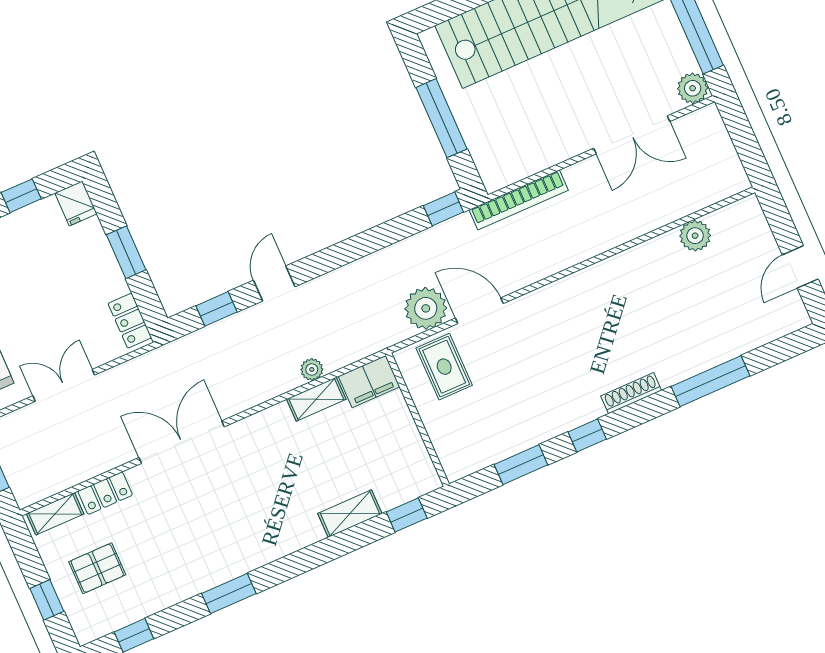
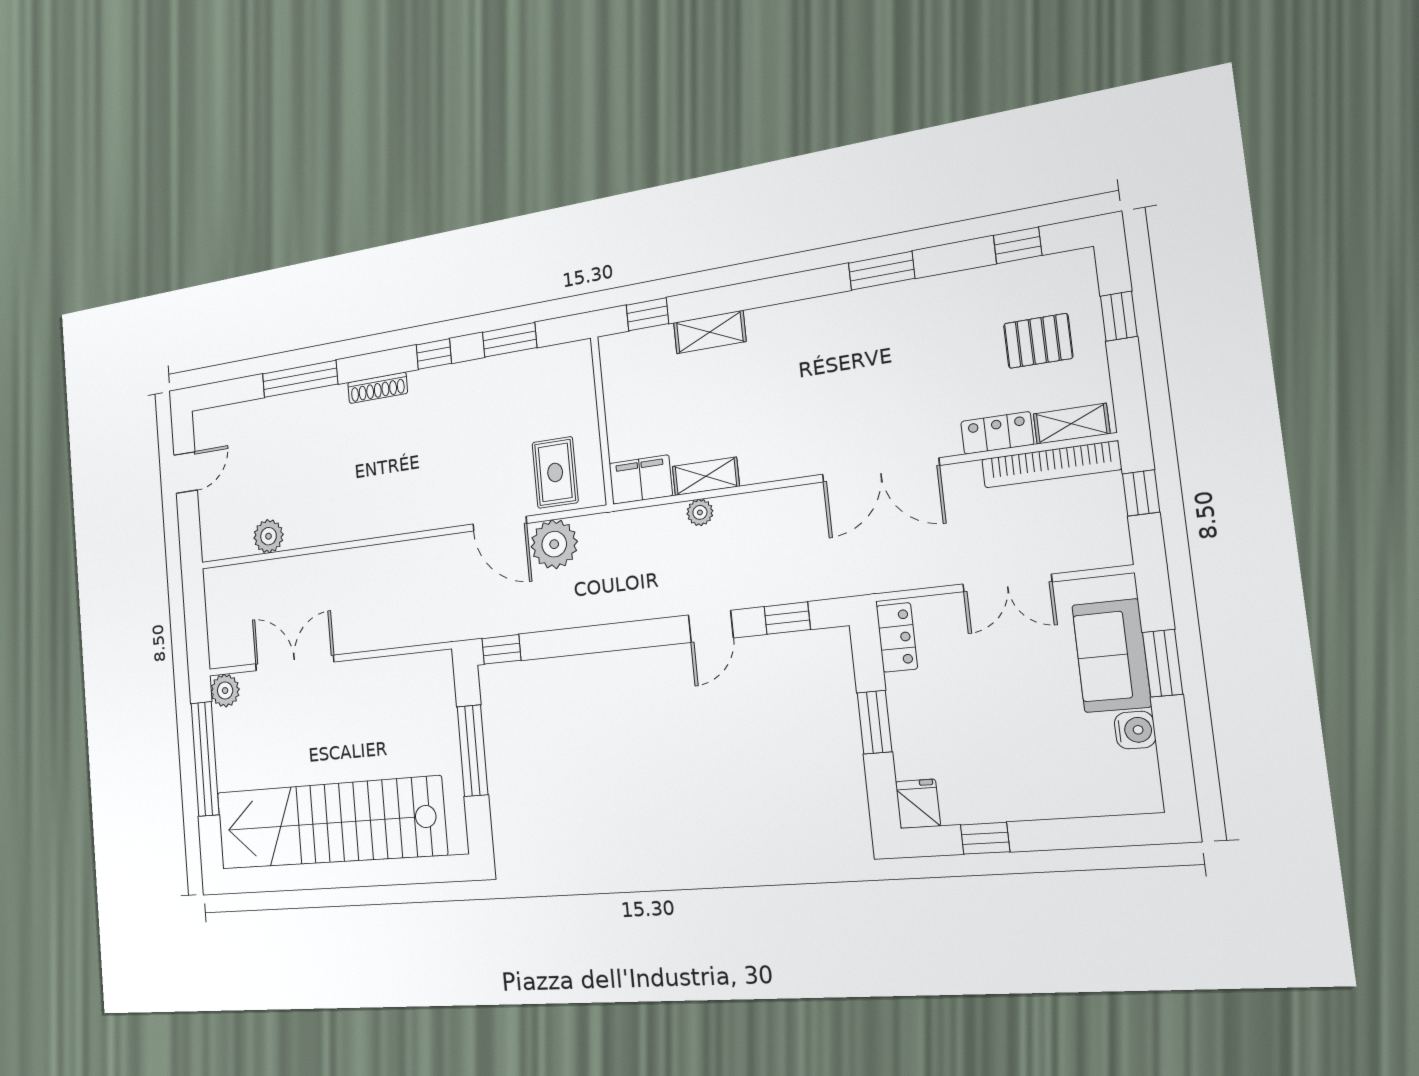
bookcase: (519, 200) -> (1051, 464), moved, turned 180

